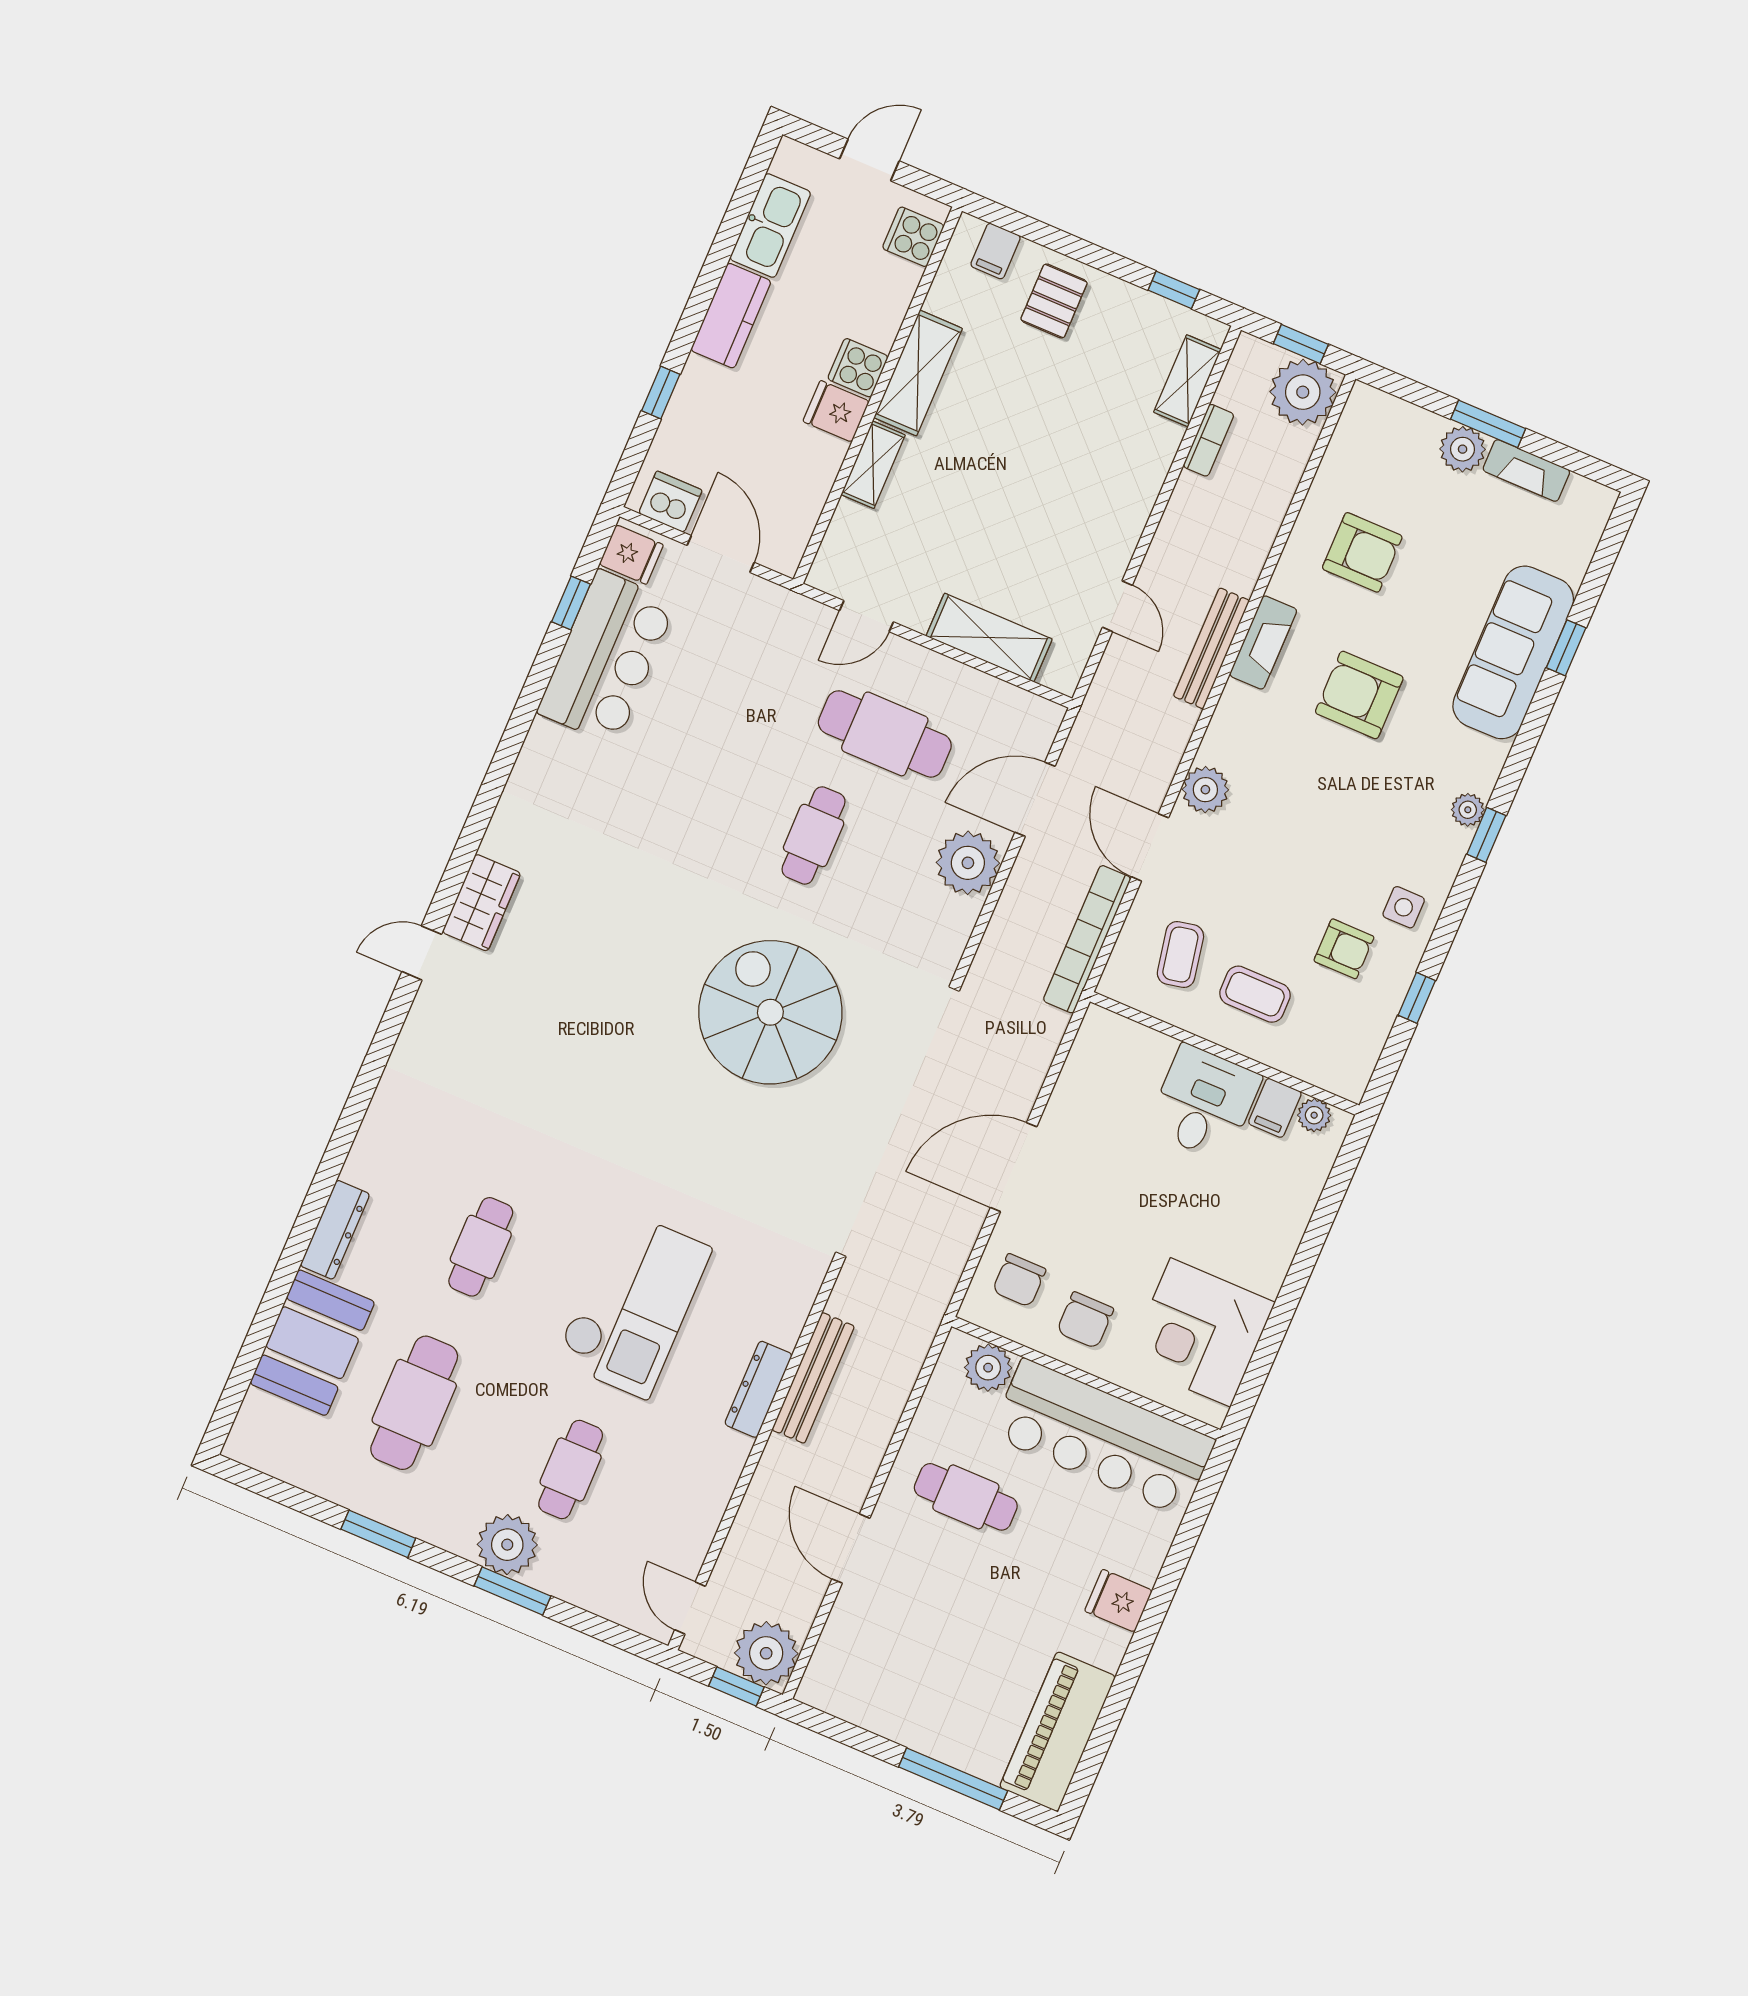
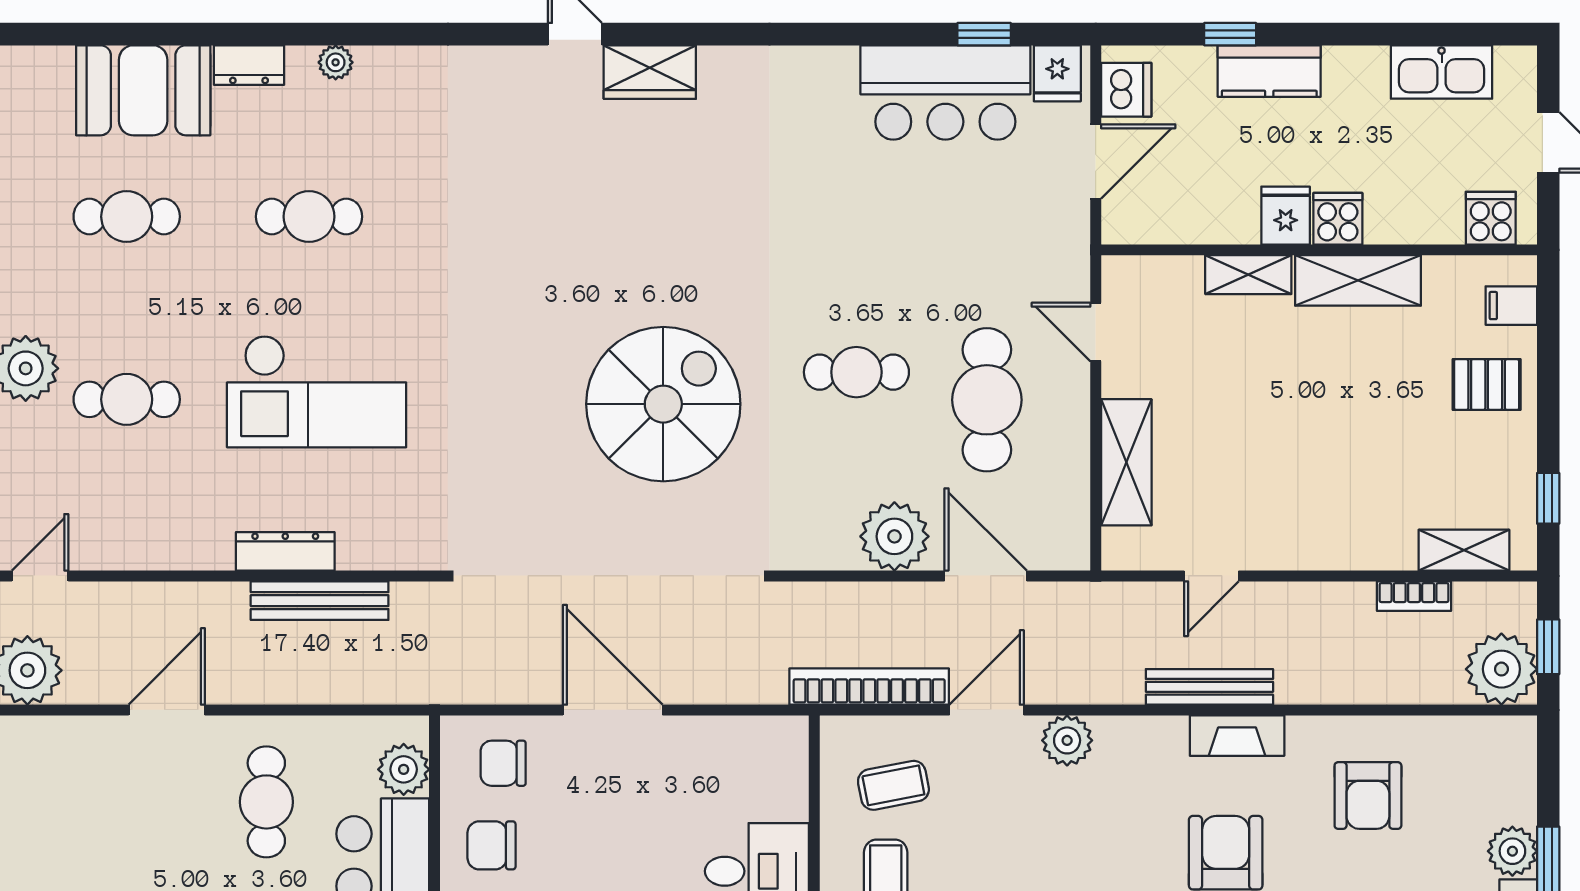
kitchen counter: (731, 316) -> (1269, 71), moved
plant: (359, 1168) -> (336, 62), added
dresser: (335, 1230) -> (249, 65), width x0.70
cafe table: (414, 1403) -> (127, 217), width x0.73, depth x0.74

